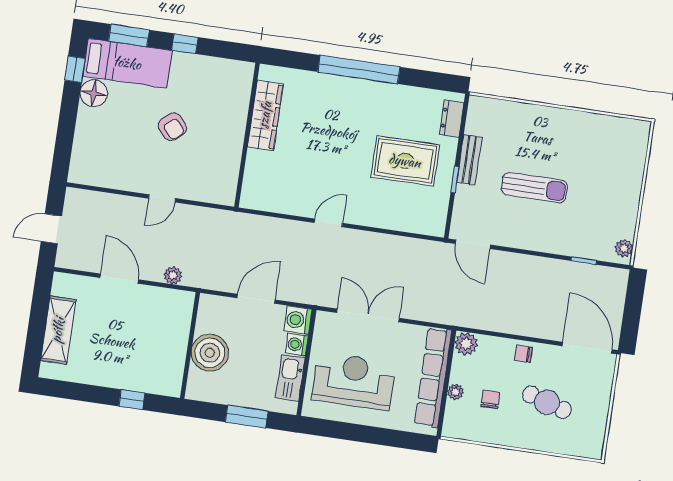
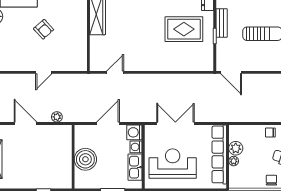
door: (328, 223) -> (115, 72), moved
plant: (466, 344) -> (236, 148), moved
chair: (490, 399) -> (271, 180), moved

